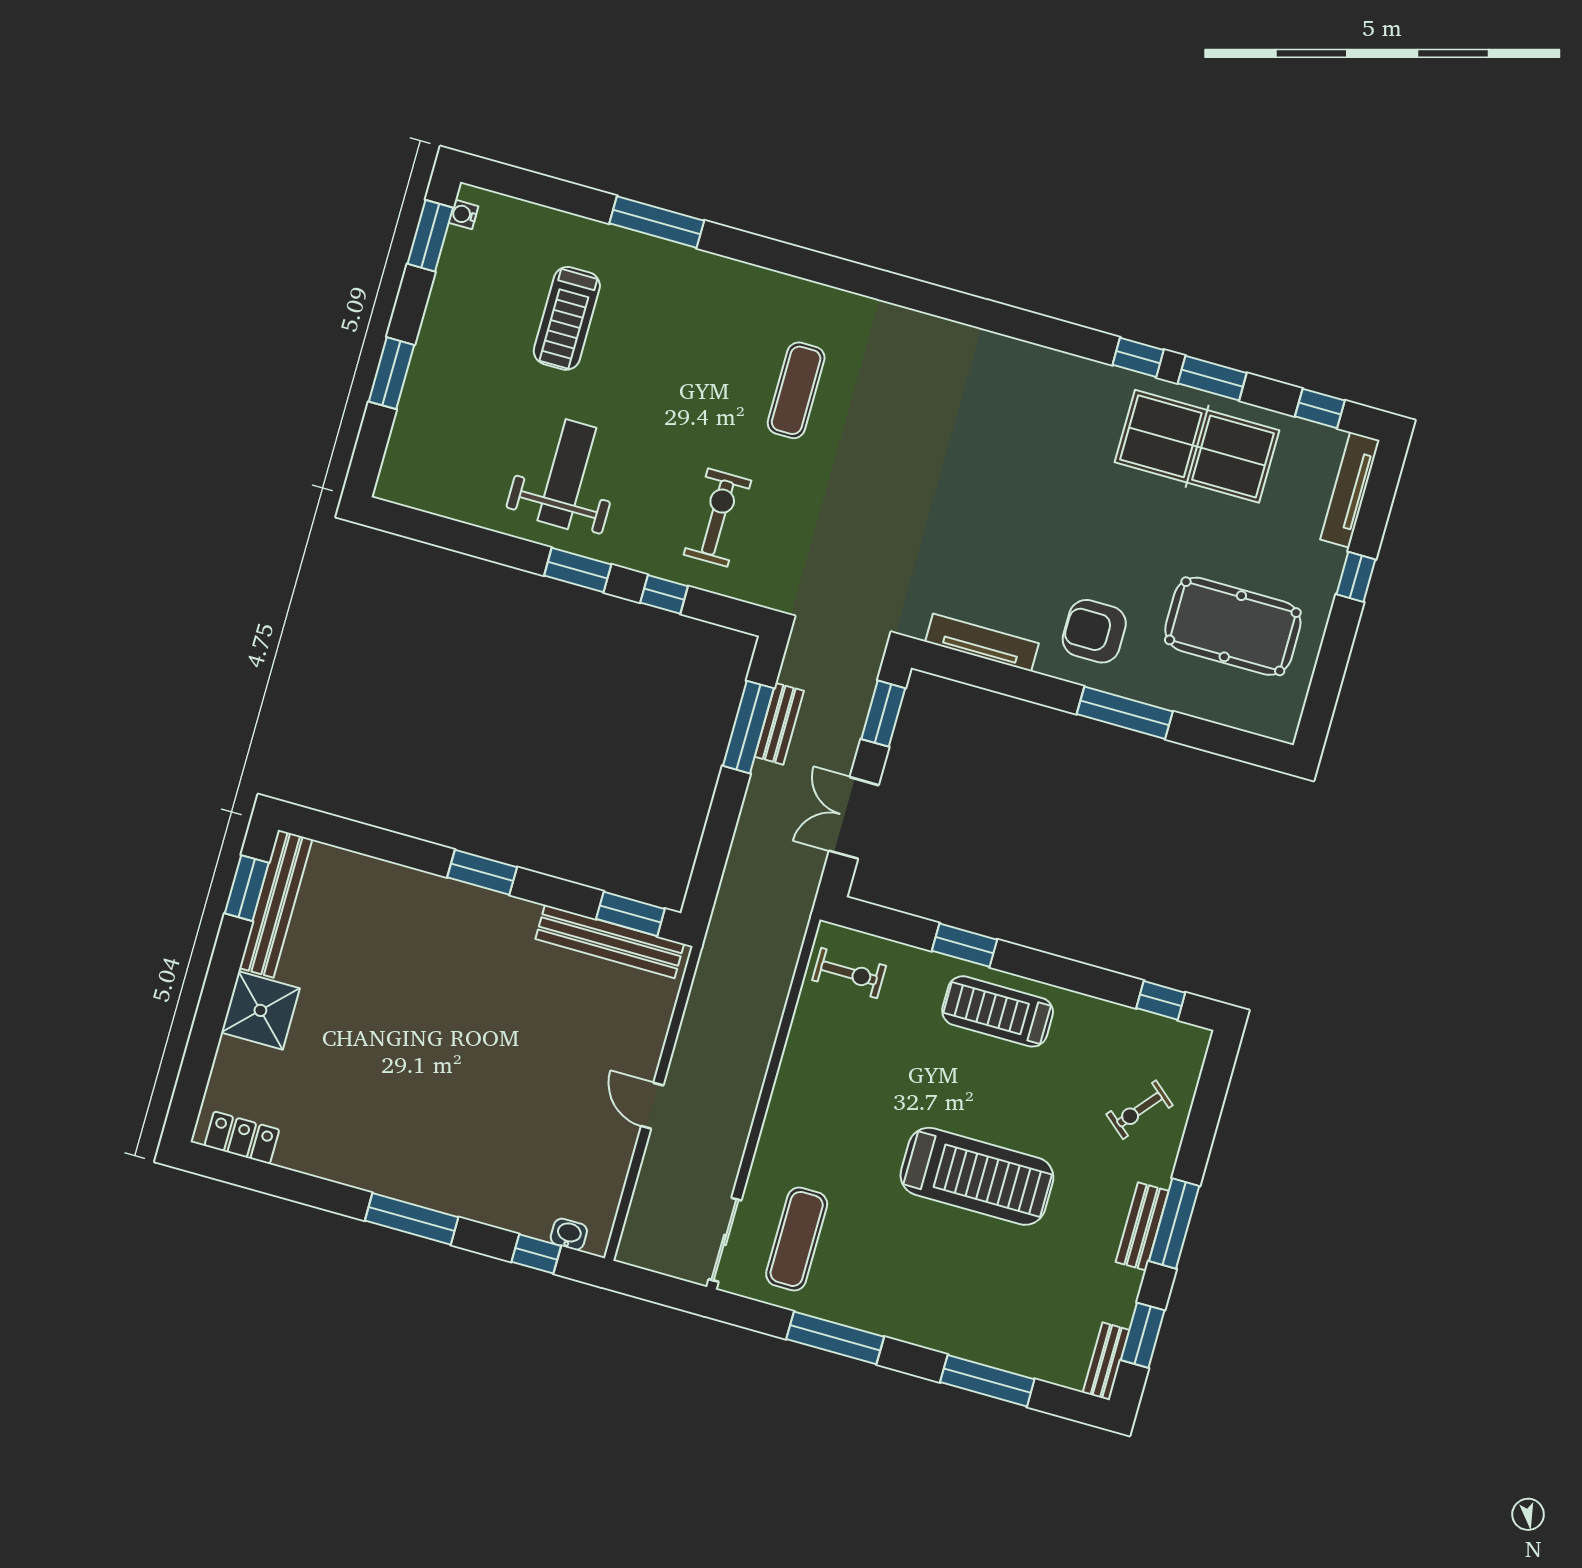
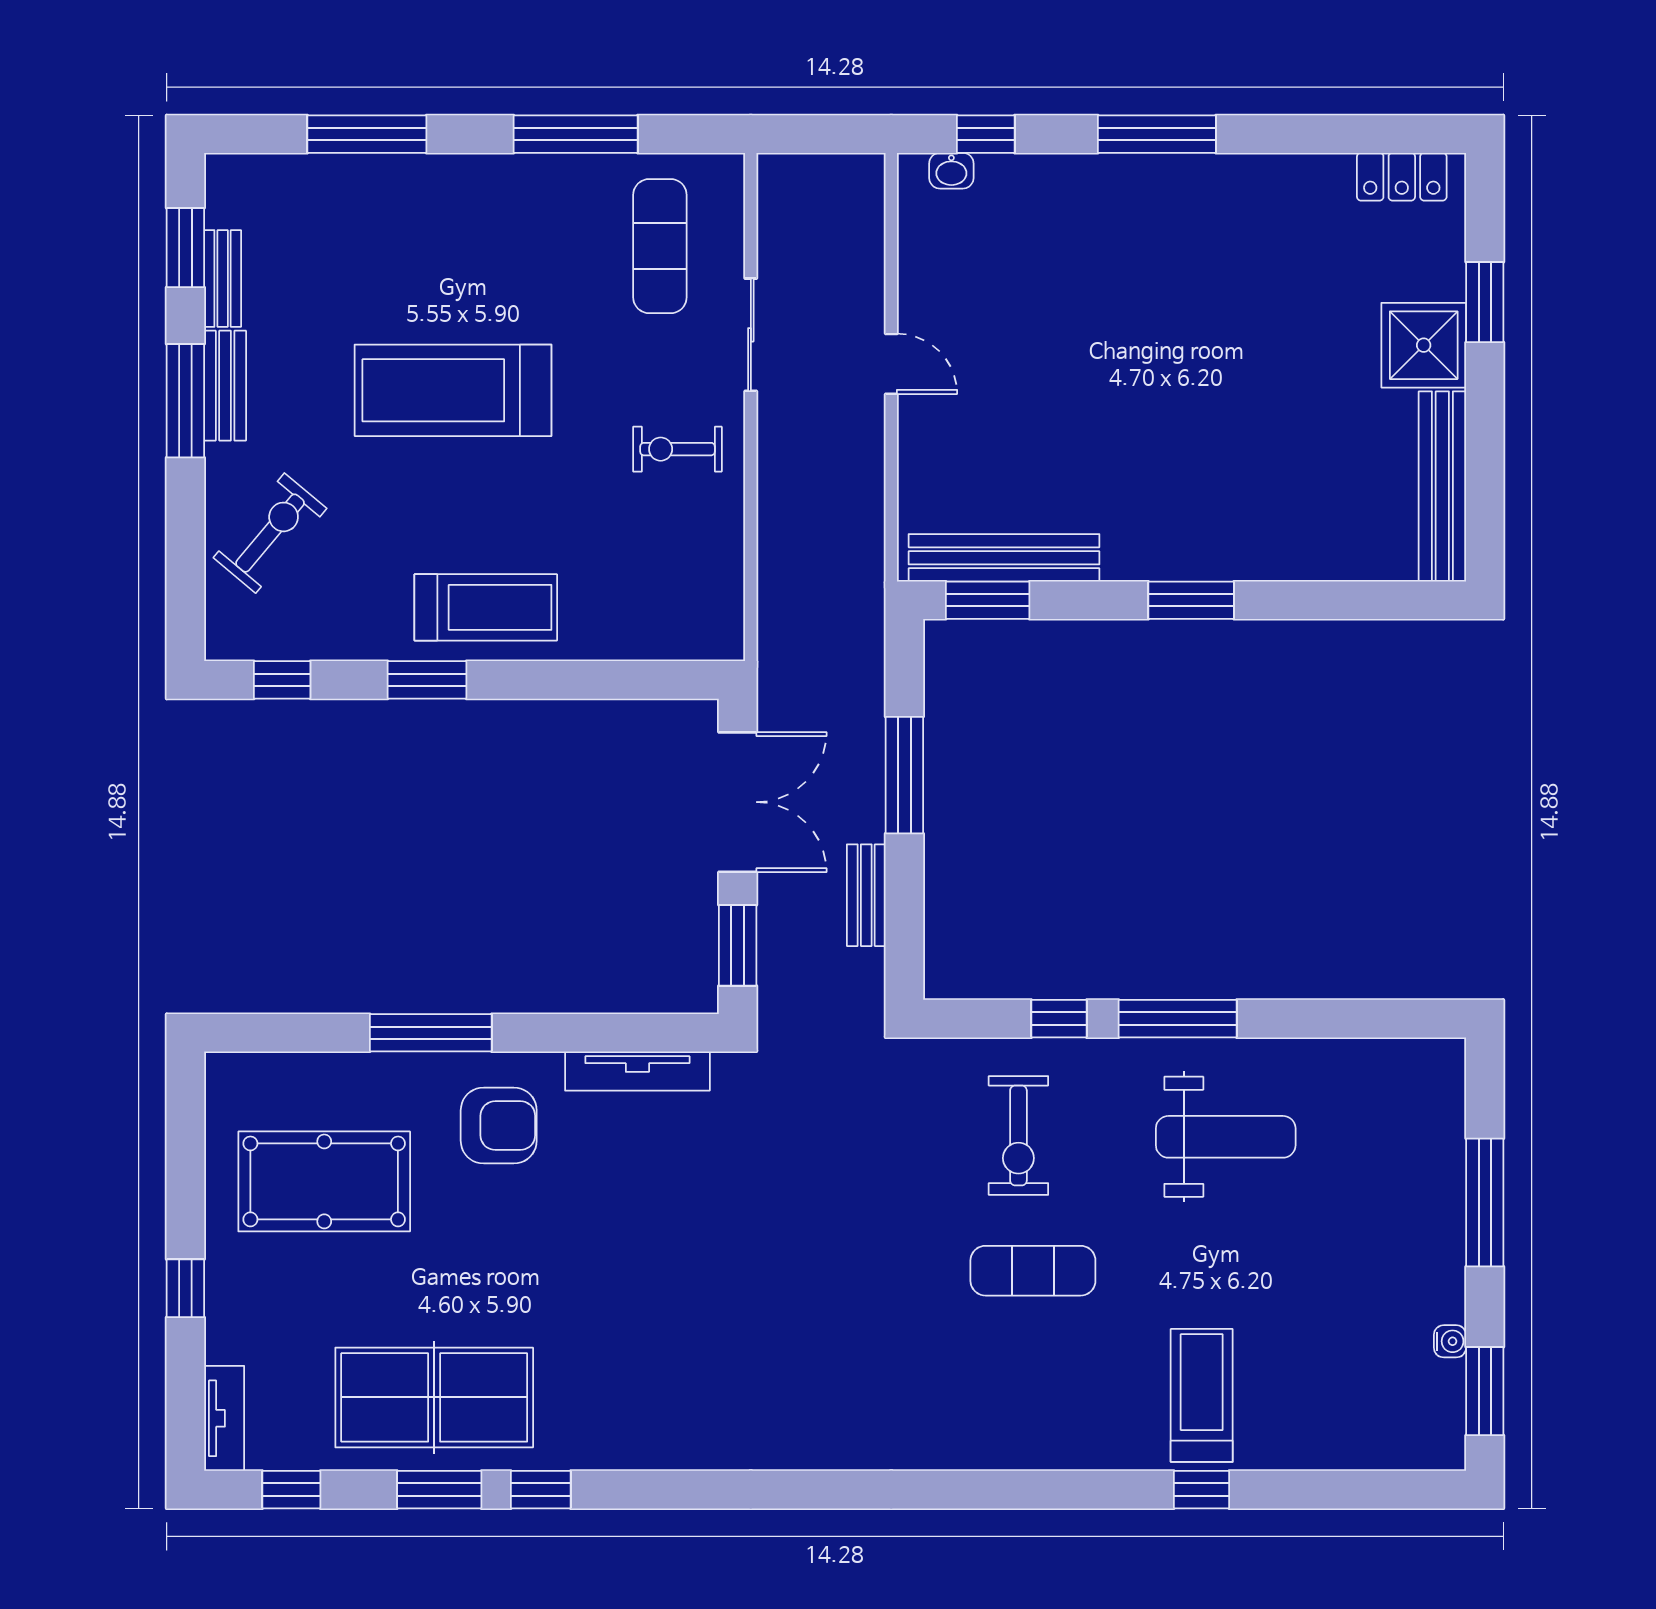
water cooler: (463, 214) -> (1450, 1341), moved
window: (657, 222) -> (1201, 1490), width x0.46
treadmill: (567, 318) -> (1202, 1395), moved
window: (392, 373) -> (1485, 1203), width x1.44
exercise mat: (796, 390) -> (1033, 1271), moved, turned 90
weight bench: (567, 474) -> (1226, 1137), turned -90
tv unit: (1350, 490) -> (224, 1418), width x0.71
window: (578, 570) -> (1178, 1019), width x1.44
window: (748, 727) -> (904, 775), moved
double door: (854, 818) -> (738, 802), width x1.37
window: (247, 888) -> (1485, 302), moved
window: (965, 945) -> (427, 680), moved
exercise bike: (849, 973) -> (677, 449), moved
exercise bike: (1139, 1110) -> (270, 533), width x1.38, depth x1.39
sliding door: (725, 1240) -> (751, 335), moved
bench: (1106, 1361) -> (223, 278), moved

